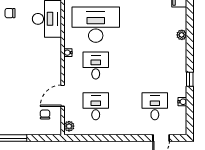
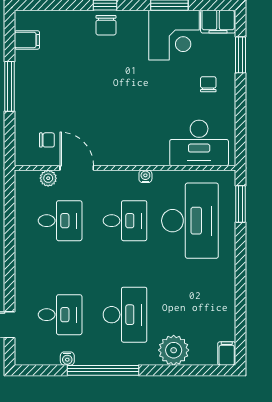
plant: (182, 35) -> (174, 350), width x1.87, depth x1.87
desk: (155, 65) -> (125, 315), added
window: (190, 79) -> (103, 370), width x3.17
plant: (69, 126) -> (48, 178), moved

